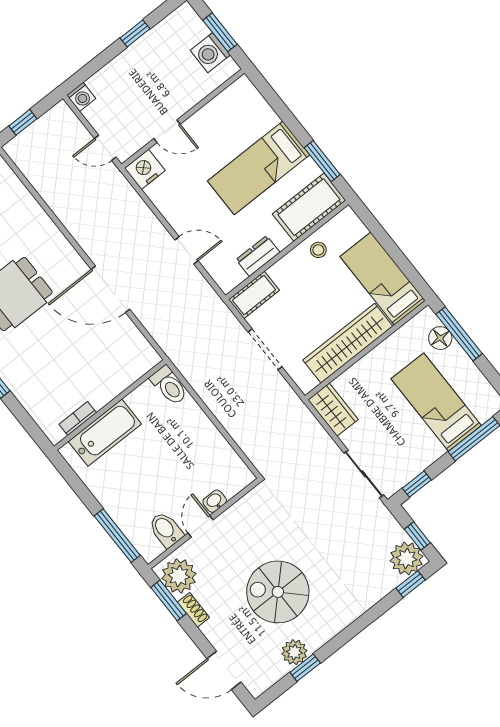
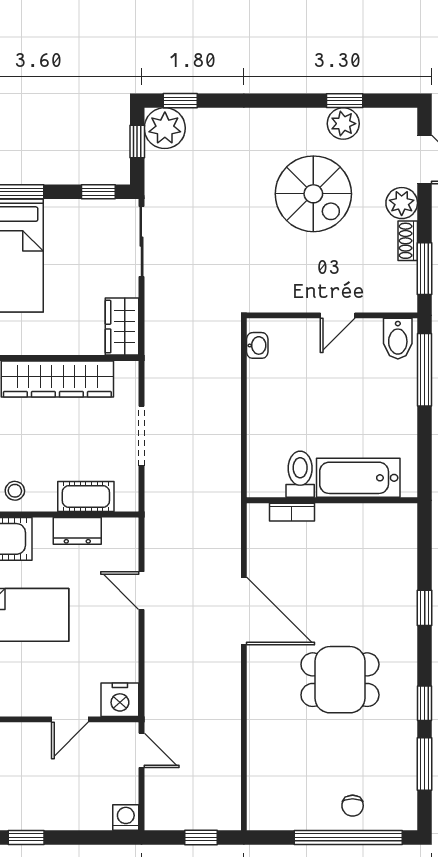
door: (167, 131) -> (70, 719), swing flipped
cot: (254, 295) -> (86, 497), moved
toilet: (169, 385) -> (300, 474), moved
bookcase: (78, 418) -> (292, 512), moved
washbasin: (215, 501) -> (257, 345), moved, turned -90
bidet: (166, 530) -> (398, 339), moved
plant: (179, 576) -> (402, 203), moved, width x0.73, depth x0.73

